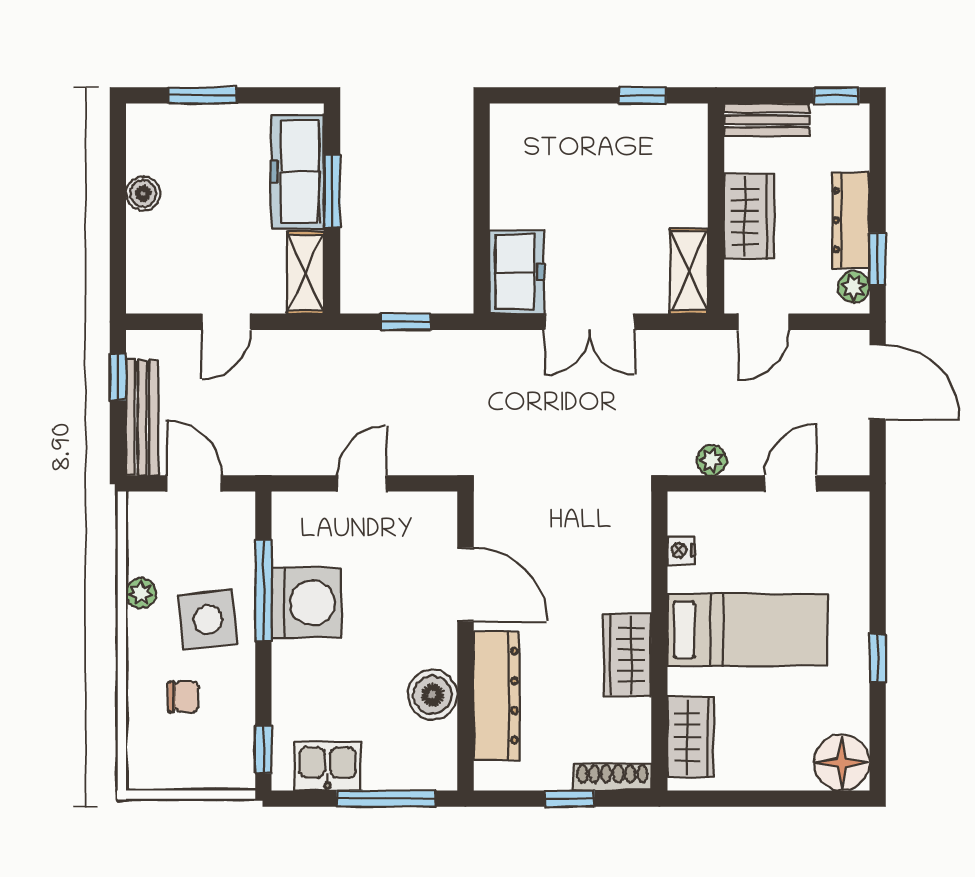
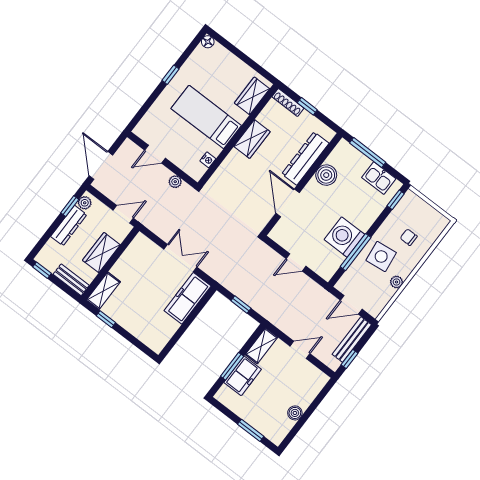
freezer: (298, 172) -> (243, 376), width x0.71
shelving: (689, 271) -> (103, 291), moved
freezer: (517, 272) -> (188, 298), width x1.40
door: (194, 483) -> (351, 305), hinge flipped
floor lamp: (842, 763) -> (208, 42), width x0.53, depth x0.53

